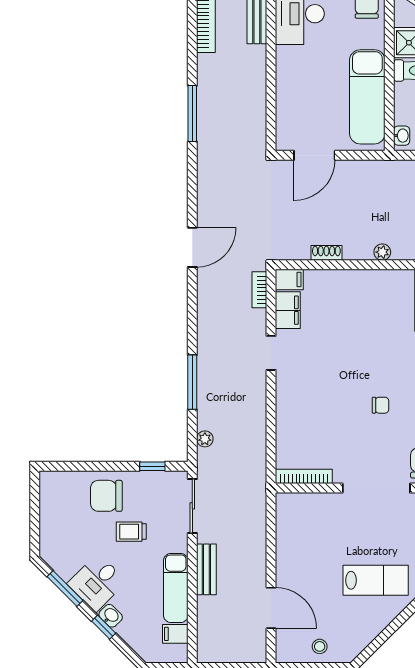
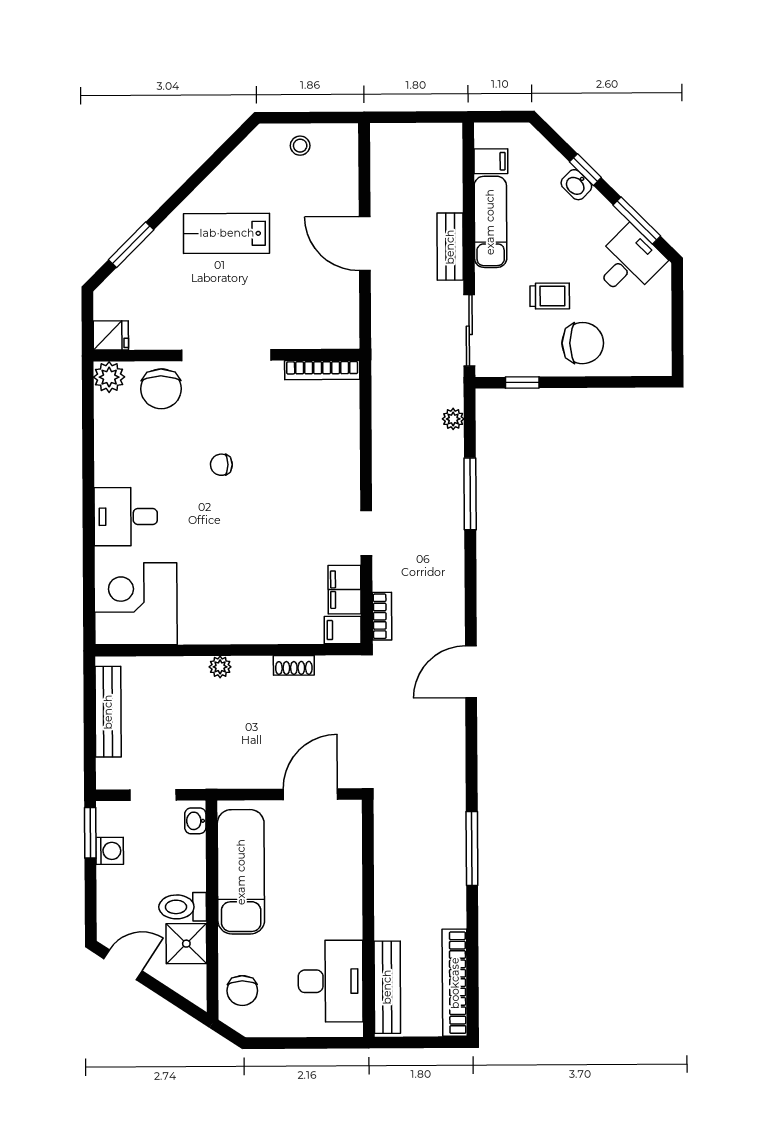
desk: (97, 583) -> (628, 262), moved
door: (271, 608) -> (365, 244), moved

